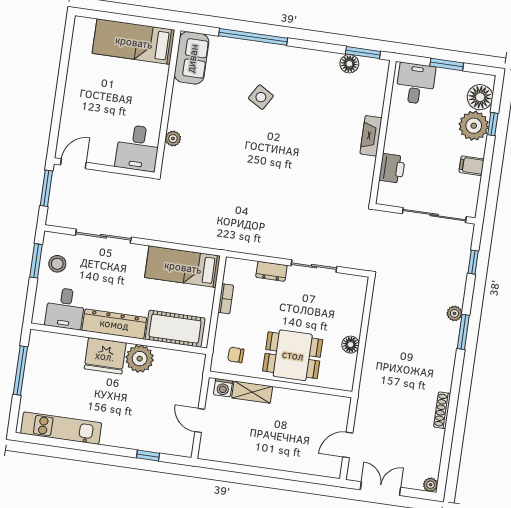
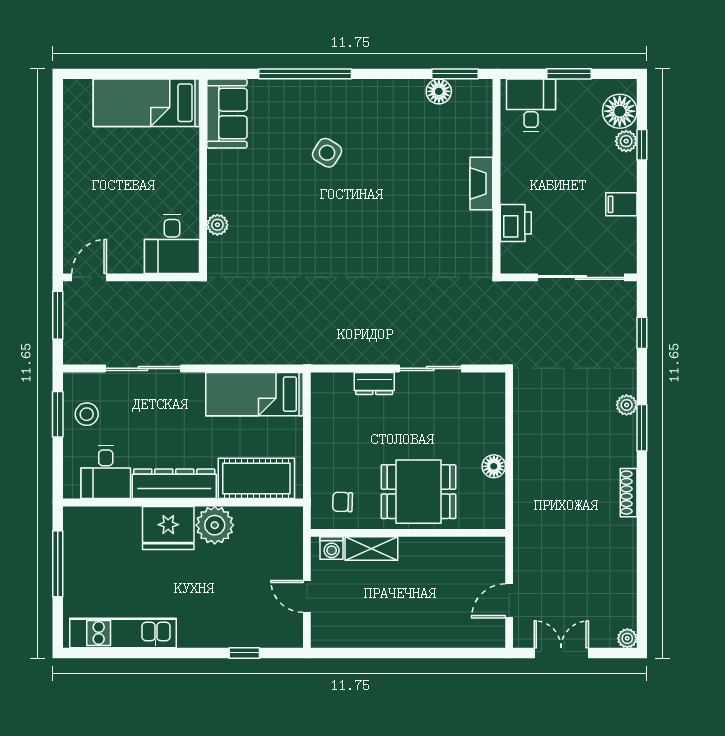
plant: (474, 126) -> (626, 141), width x0.53, depth x0.53
bookcase: (226, 299) -> (319, 429), removed
shoe rack: (442, 410) -> (629, 493), moved

